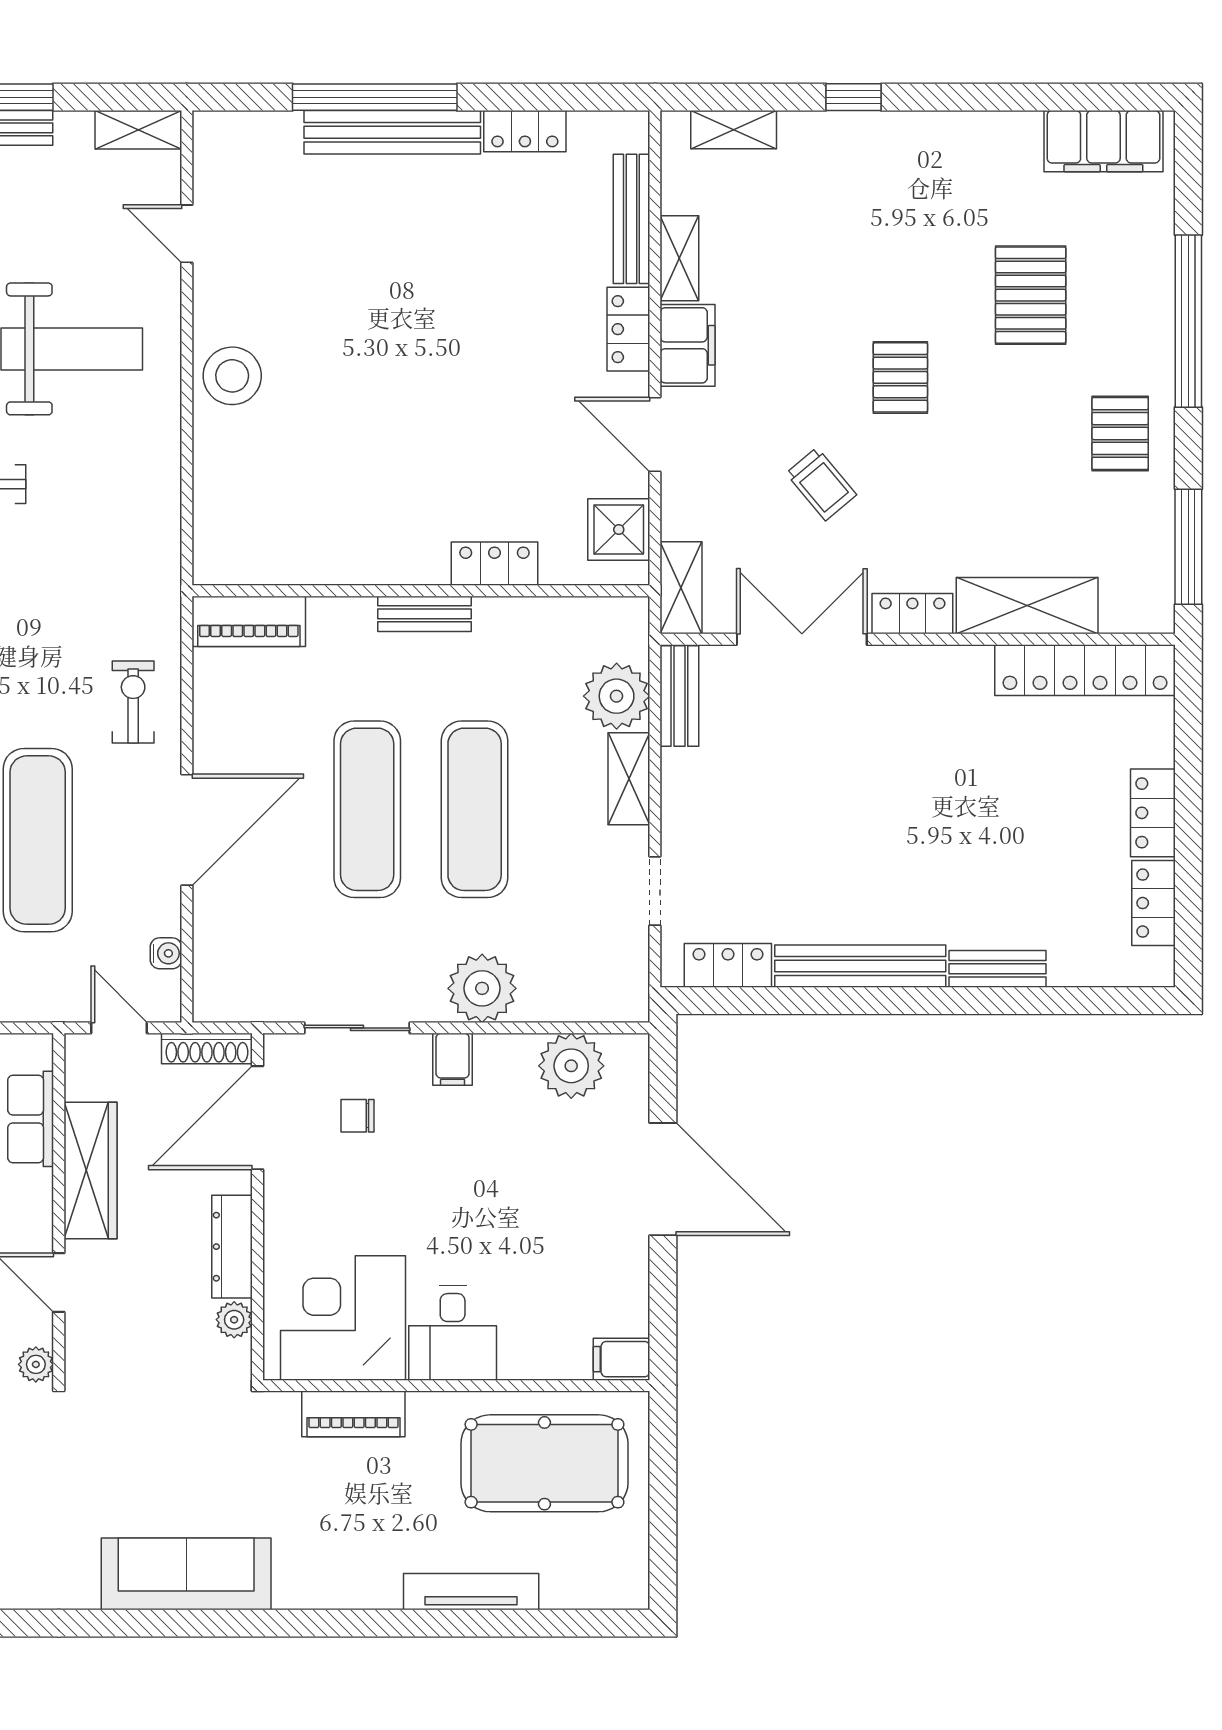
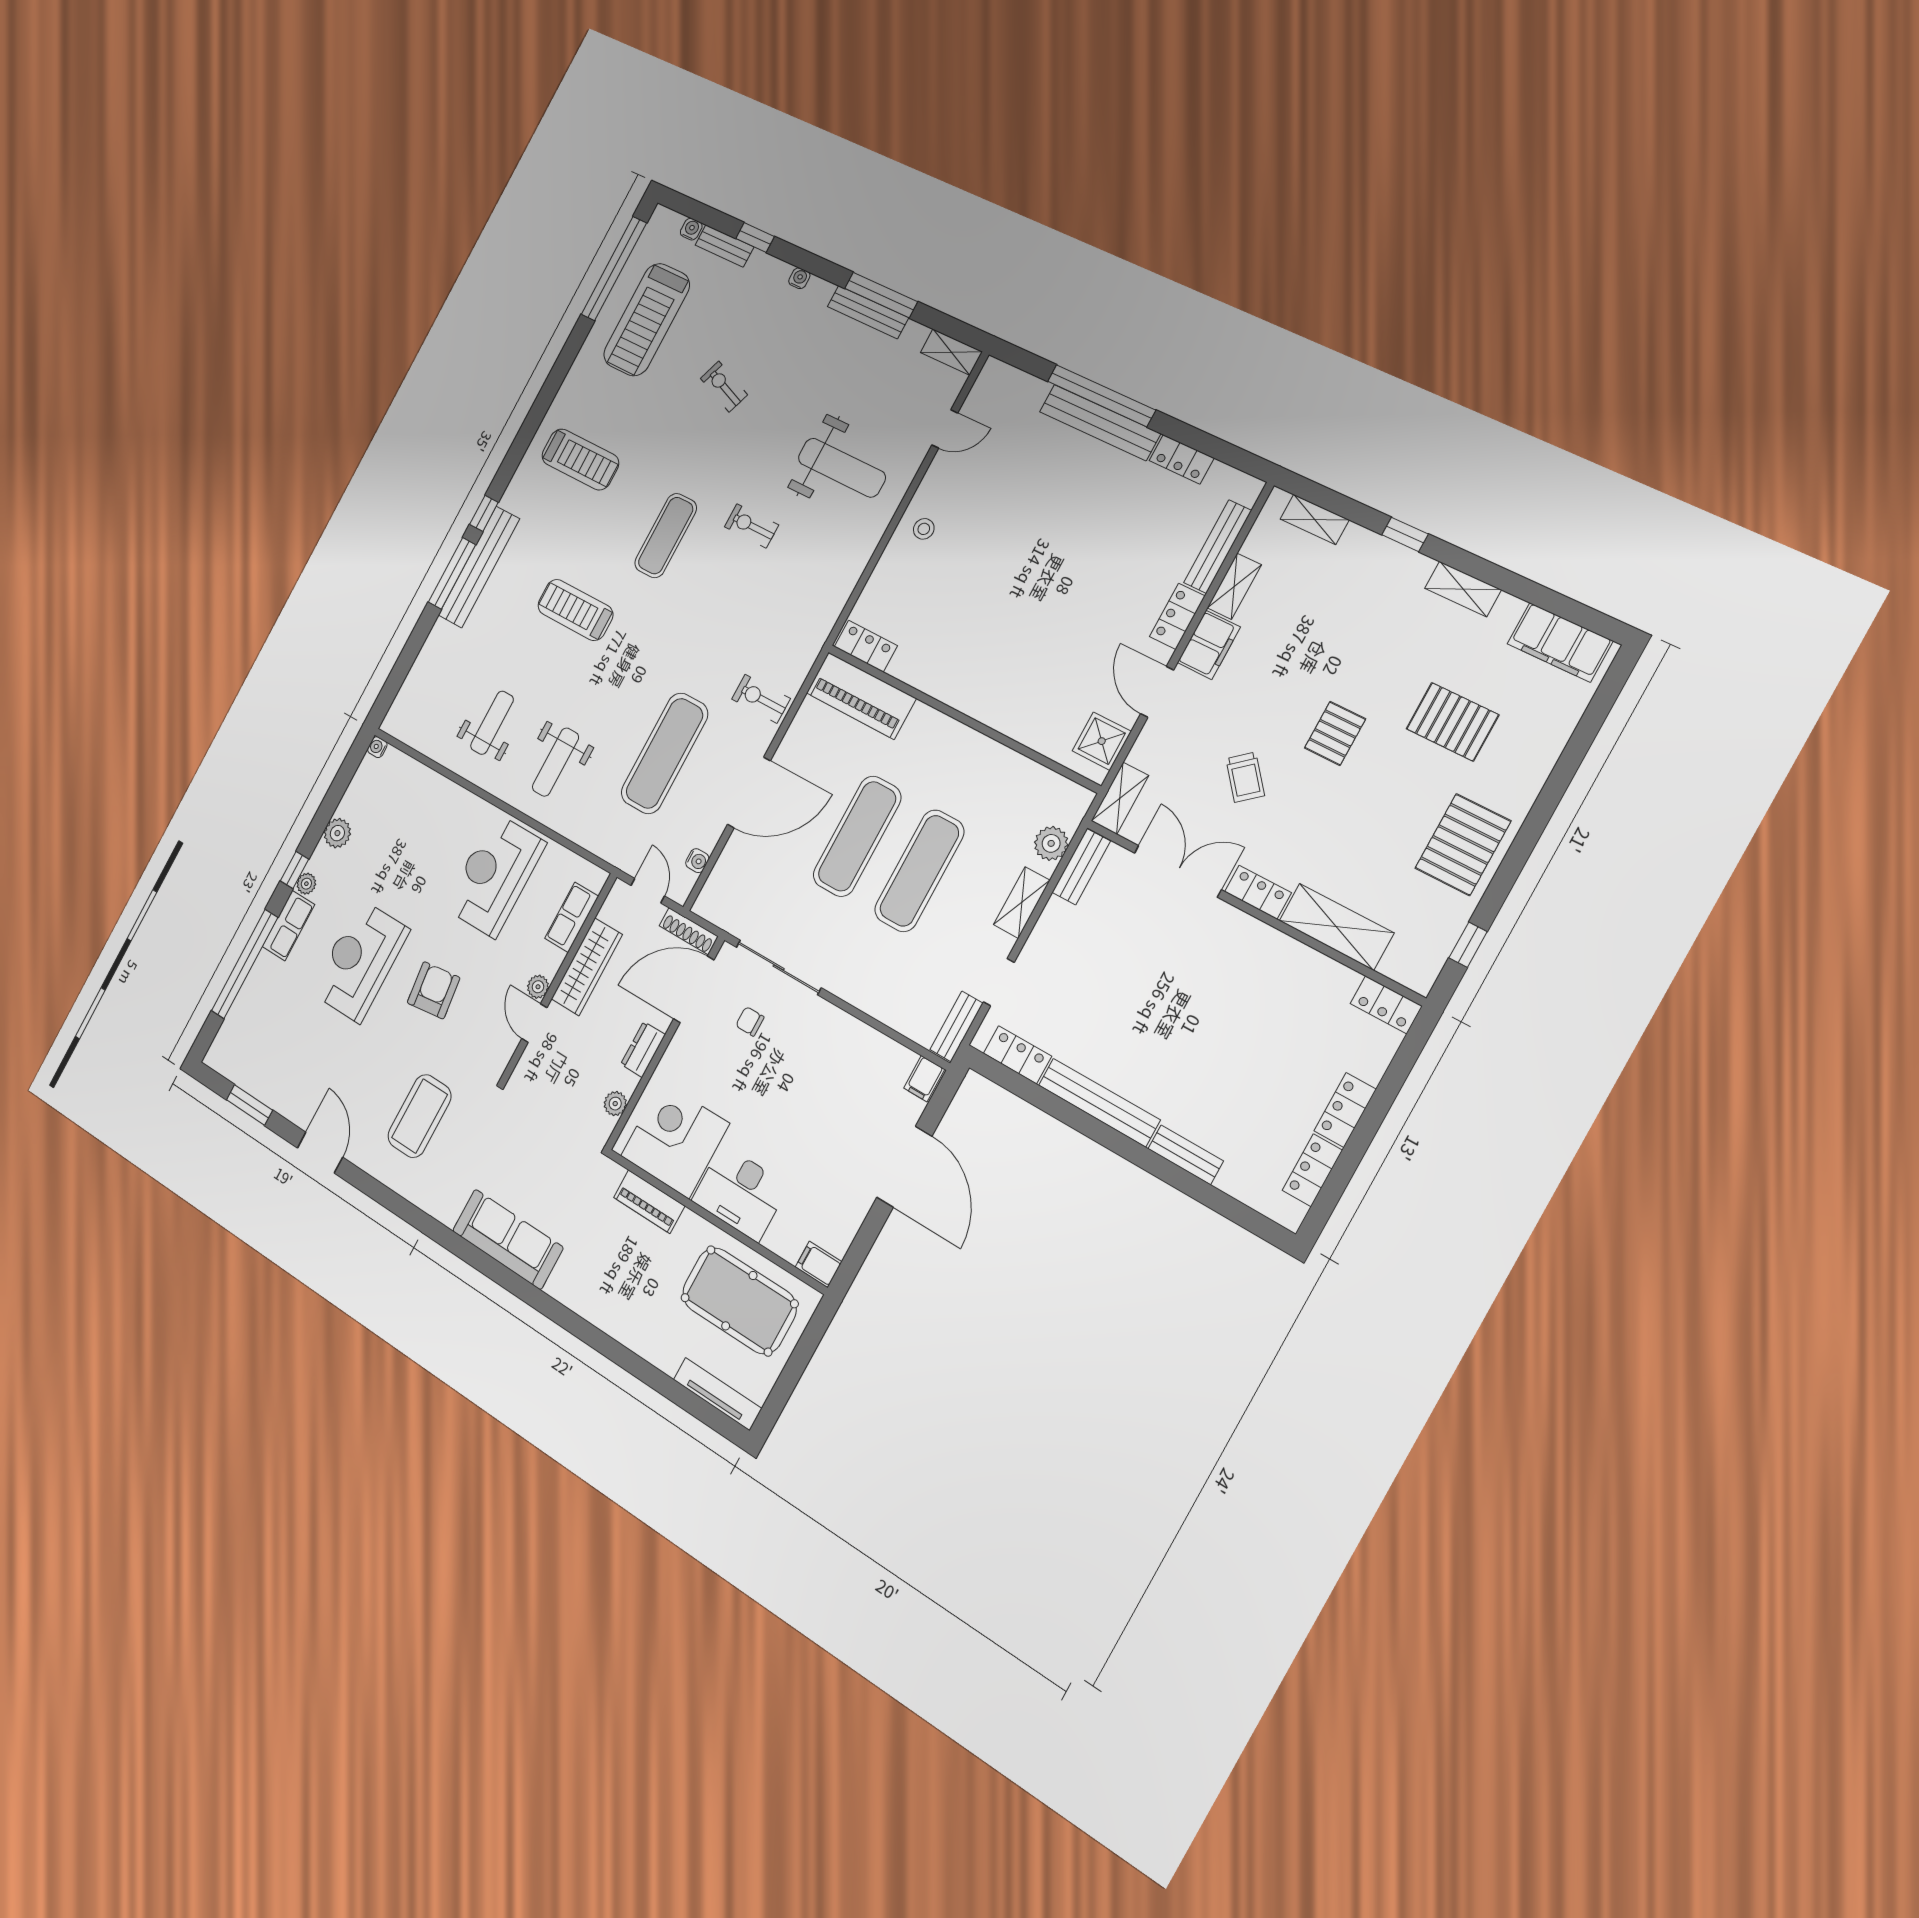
shelving: (958, 131) -> (1463, 589), added
door: (187, 234) -> (945, 429), swing flipped
pallet: (1031, 295) -> (1453, 722), turned 90
window: (1188, 321) -> (1552, 792), removed
stool: (232, 376) -> (924, 529), width x0.53, depth x0.53
pallet: (1120, 433) -> (1463, 845), width x1.50, depth x1.42
window: (1188, 547) -> (1468, 945), width x0.46
locker: (494, 564) -> (866, 646), moved
bench: (424, 614) -> (956, 1026), moved, turned 90
piano: (249, 621) -> (861, 696), width x1.37, depth x1.33
locker: (1085, 670) -> (1386, 1005), width x0.46, depth x0.83
plant: (617, 696) -> (1051, 843), width x0.73, depth x0.73
exercise bike: (133, 702) -> (761, 699), turned -90
plant: (482, 988) -> (863, 985), removed
sliding door: (357, 1028) -> (779, 967), width x1.37
filing cabinet: (453, 1059) -> (924, 1079), moved
plant: (571, 1066) -> (889, 1063), removed
dresser: (232, 1247) -> (643, 1049), width x0.70
desk: (453, 1333) -> (740, 1193), width x1.37
plant: (36, 1364) -> (538, 987), moved
tv unit: (471, 1592) -> (718, 1394), moved

